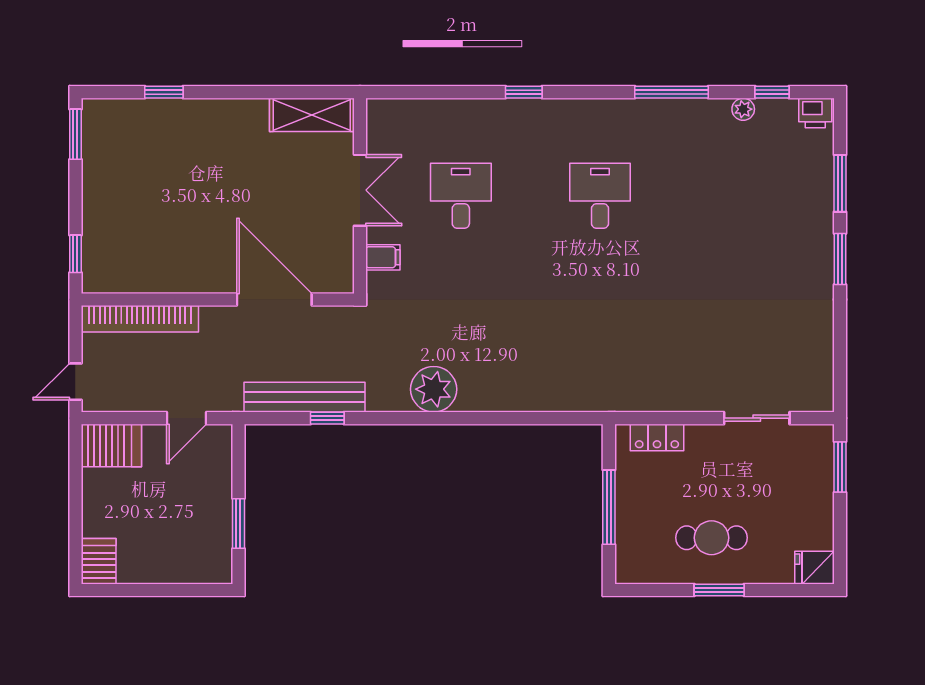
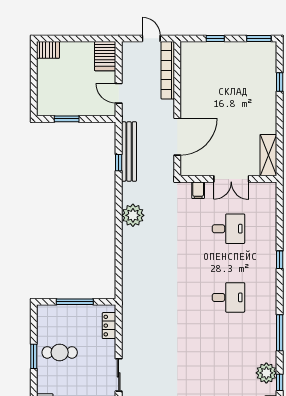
plant: (743, 109) -> (266, 373), width x1.88, depth x1.88
window: (75, 254) -> (215, 38), moved
door: (75, 382) -> (151, 38), moved
cafe table: (712, 538) -> (60, 352), turned 90

